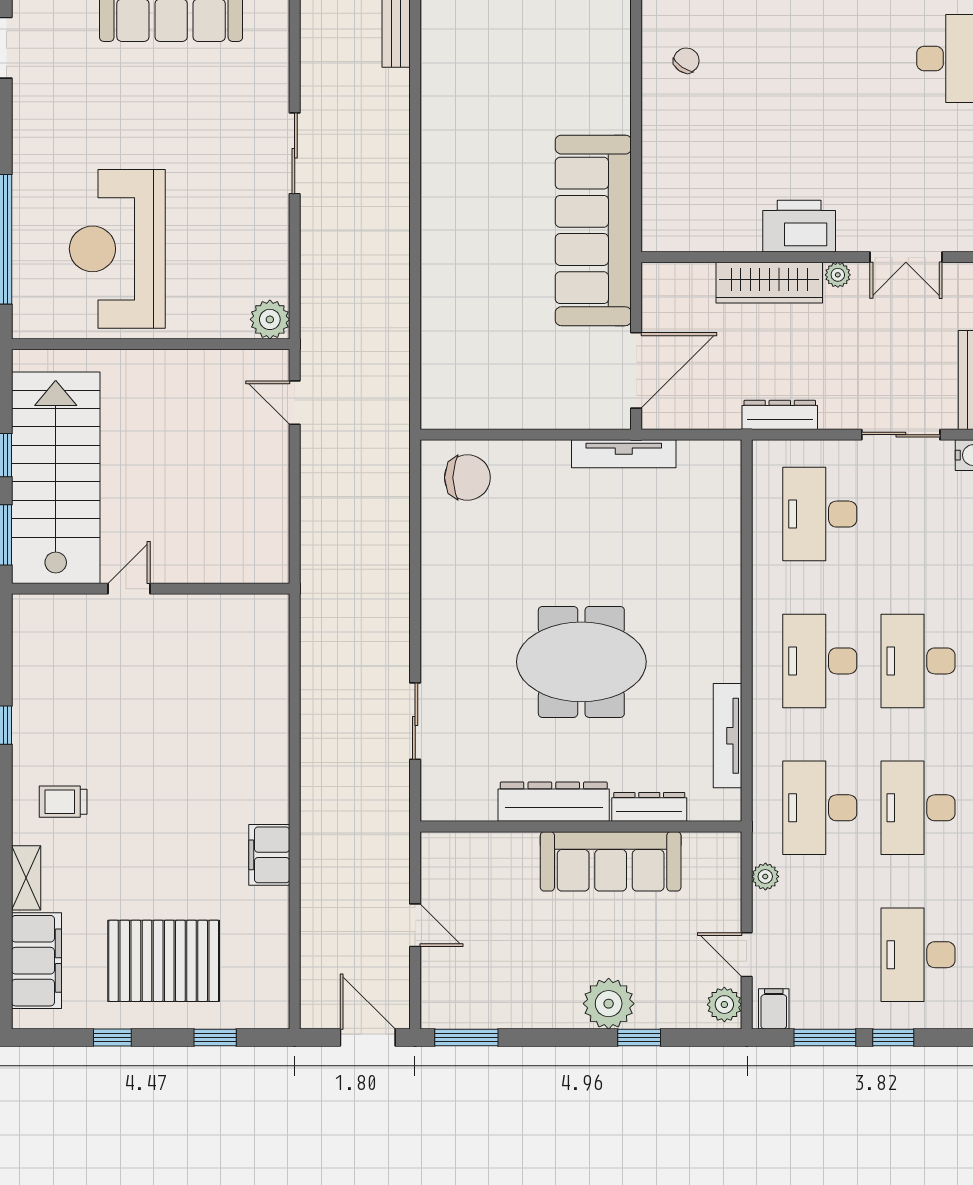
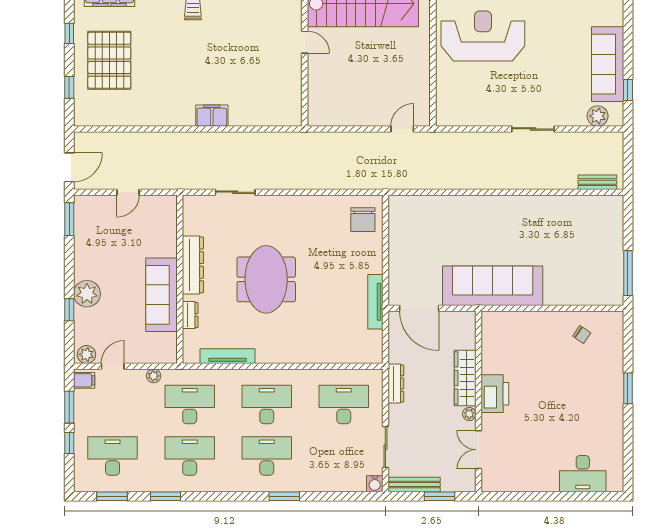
plant: (270, 319) -> (598, 116), moved
dresser: (649, 807) -> (190, 315), width x0.70
filing cabinet: (269, 855) -> (212, 116), moved

